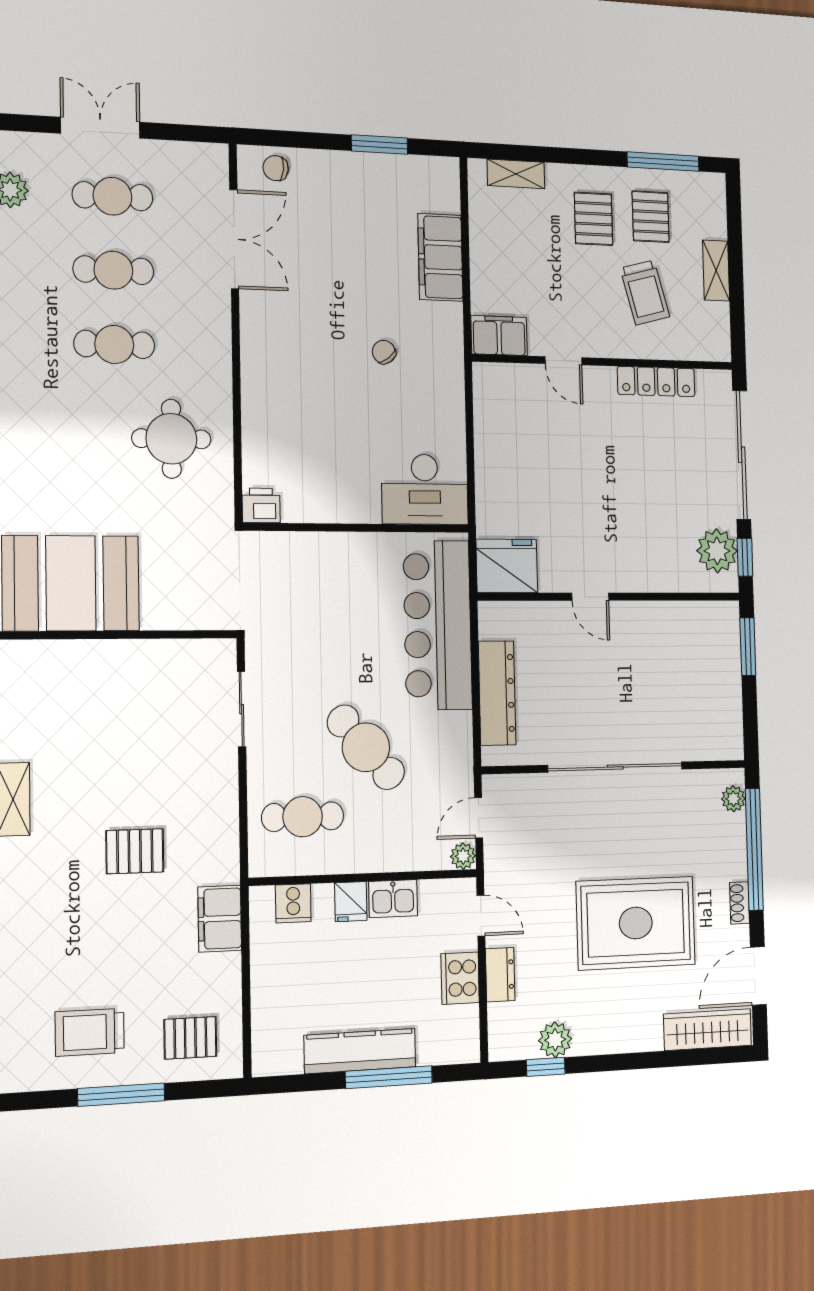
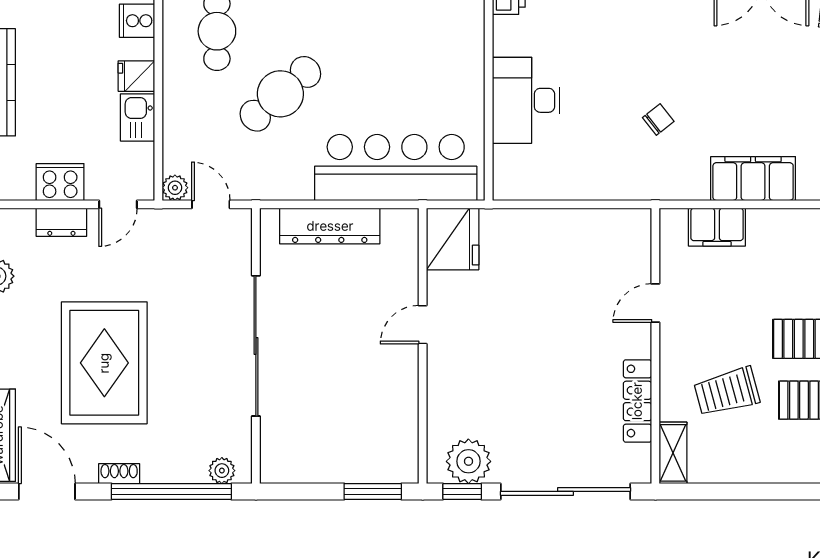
shelving: (716, 271) -> (673, 453), moved, turned 90
filing cabinet: (499, 336) -> (717, 227), moved, turned 90
desk: (425, 489) -> (526, 100), moved

